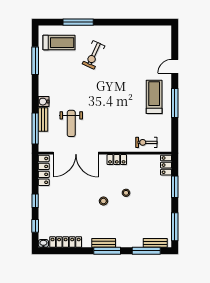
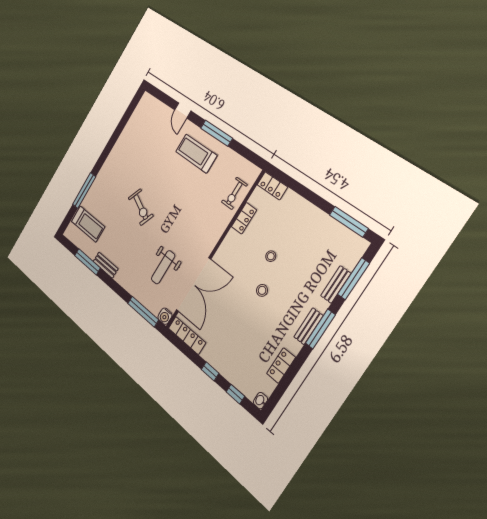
treadmill: (59, 43) -> (88, 224), turned 90
exercise bike: (94, 55) -> (141, 207), moved
water cooler: (44, 102) -> (165, 316), moved
bench: (43, 120) -> (106, 265), moved
weight bench: (71, 123) -> (163, 267), turned 90
locker: (117, 160) -> (244, 218), moved
window: (175, 187) -> (303, 191), removed
locker: (66, 242) -> (281, 366), width x0.66
bench: (155, 243) -> (336, 284), moved

